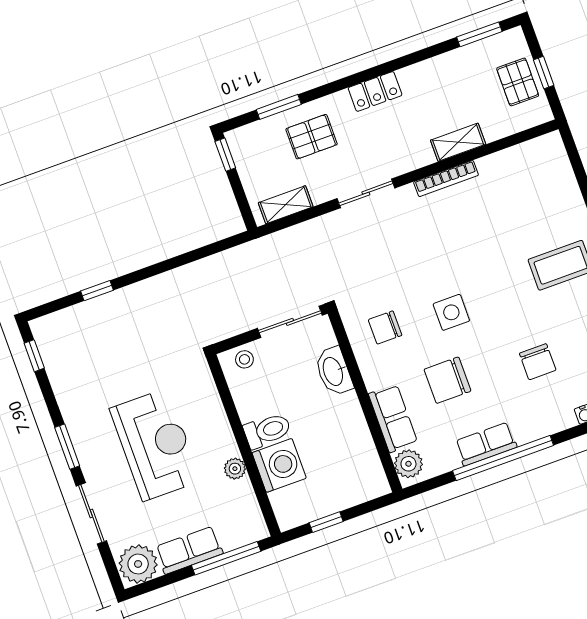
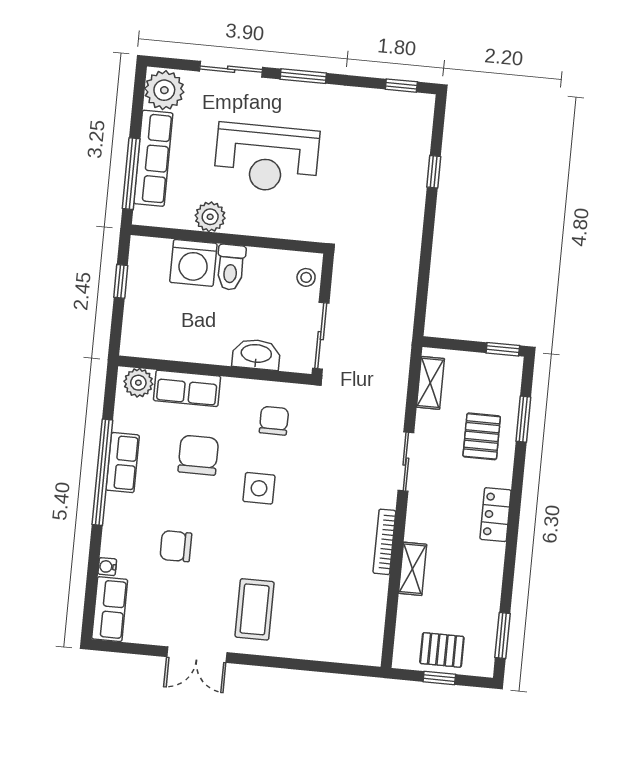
plant: (235, 469) -> (210, 217), width x1.38, depth x1.38
row of seats: (189, 550) -> (153, 158), width x1.48

